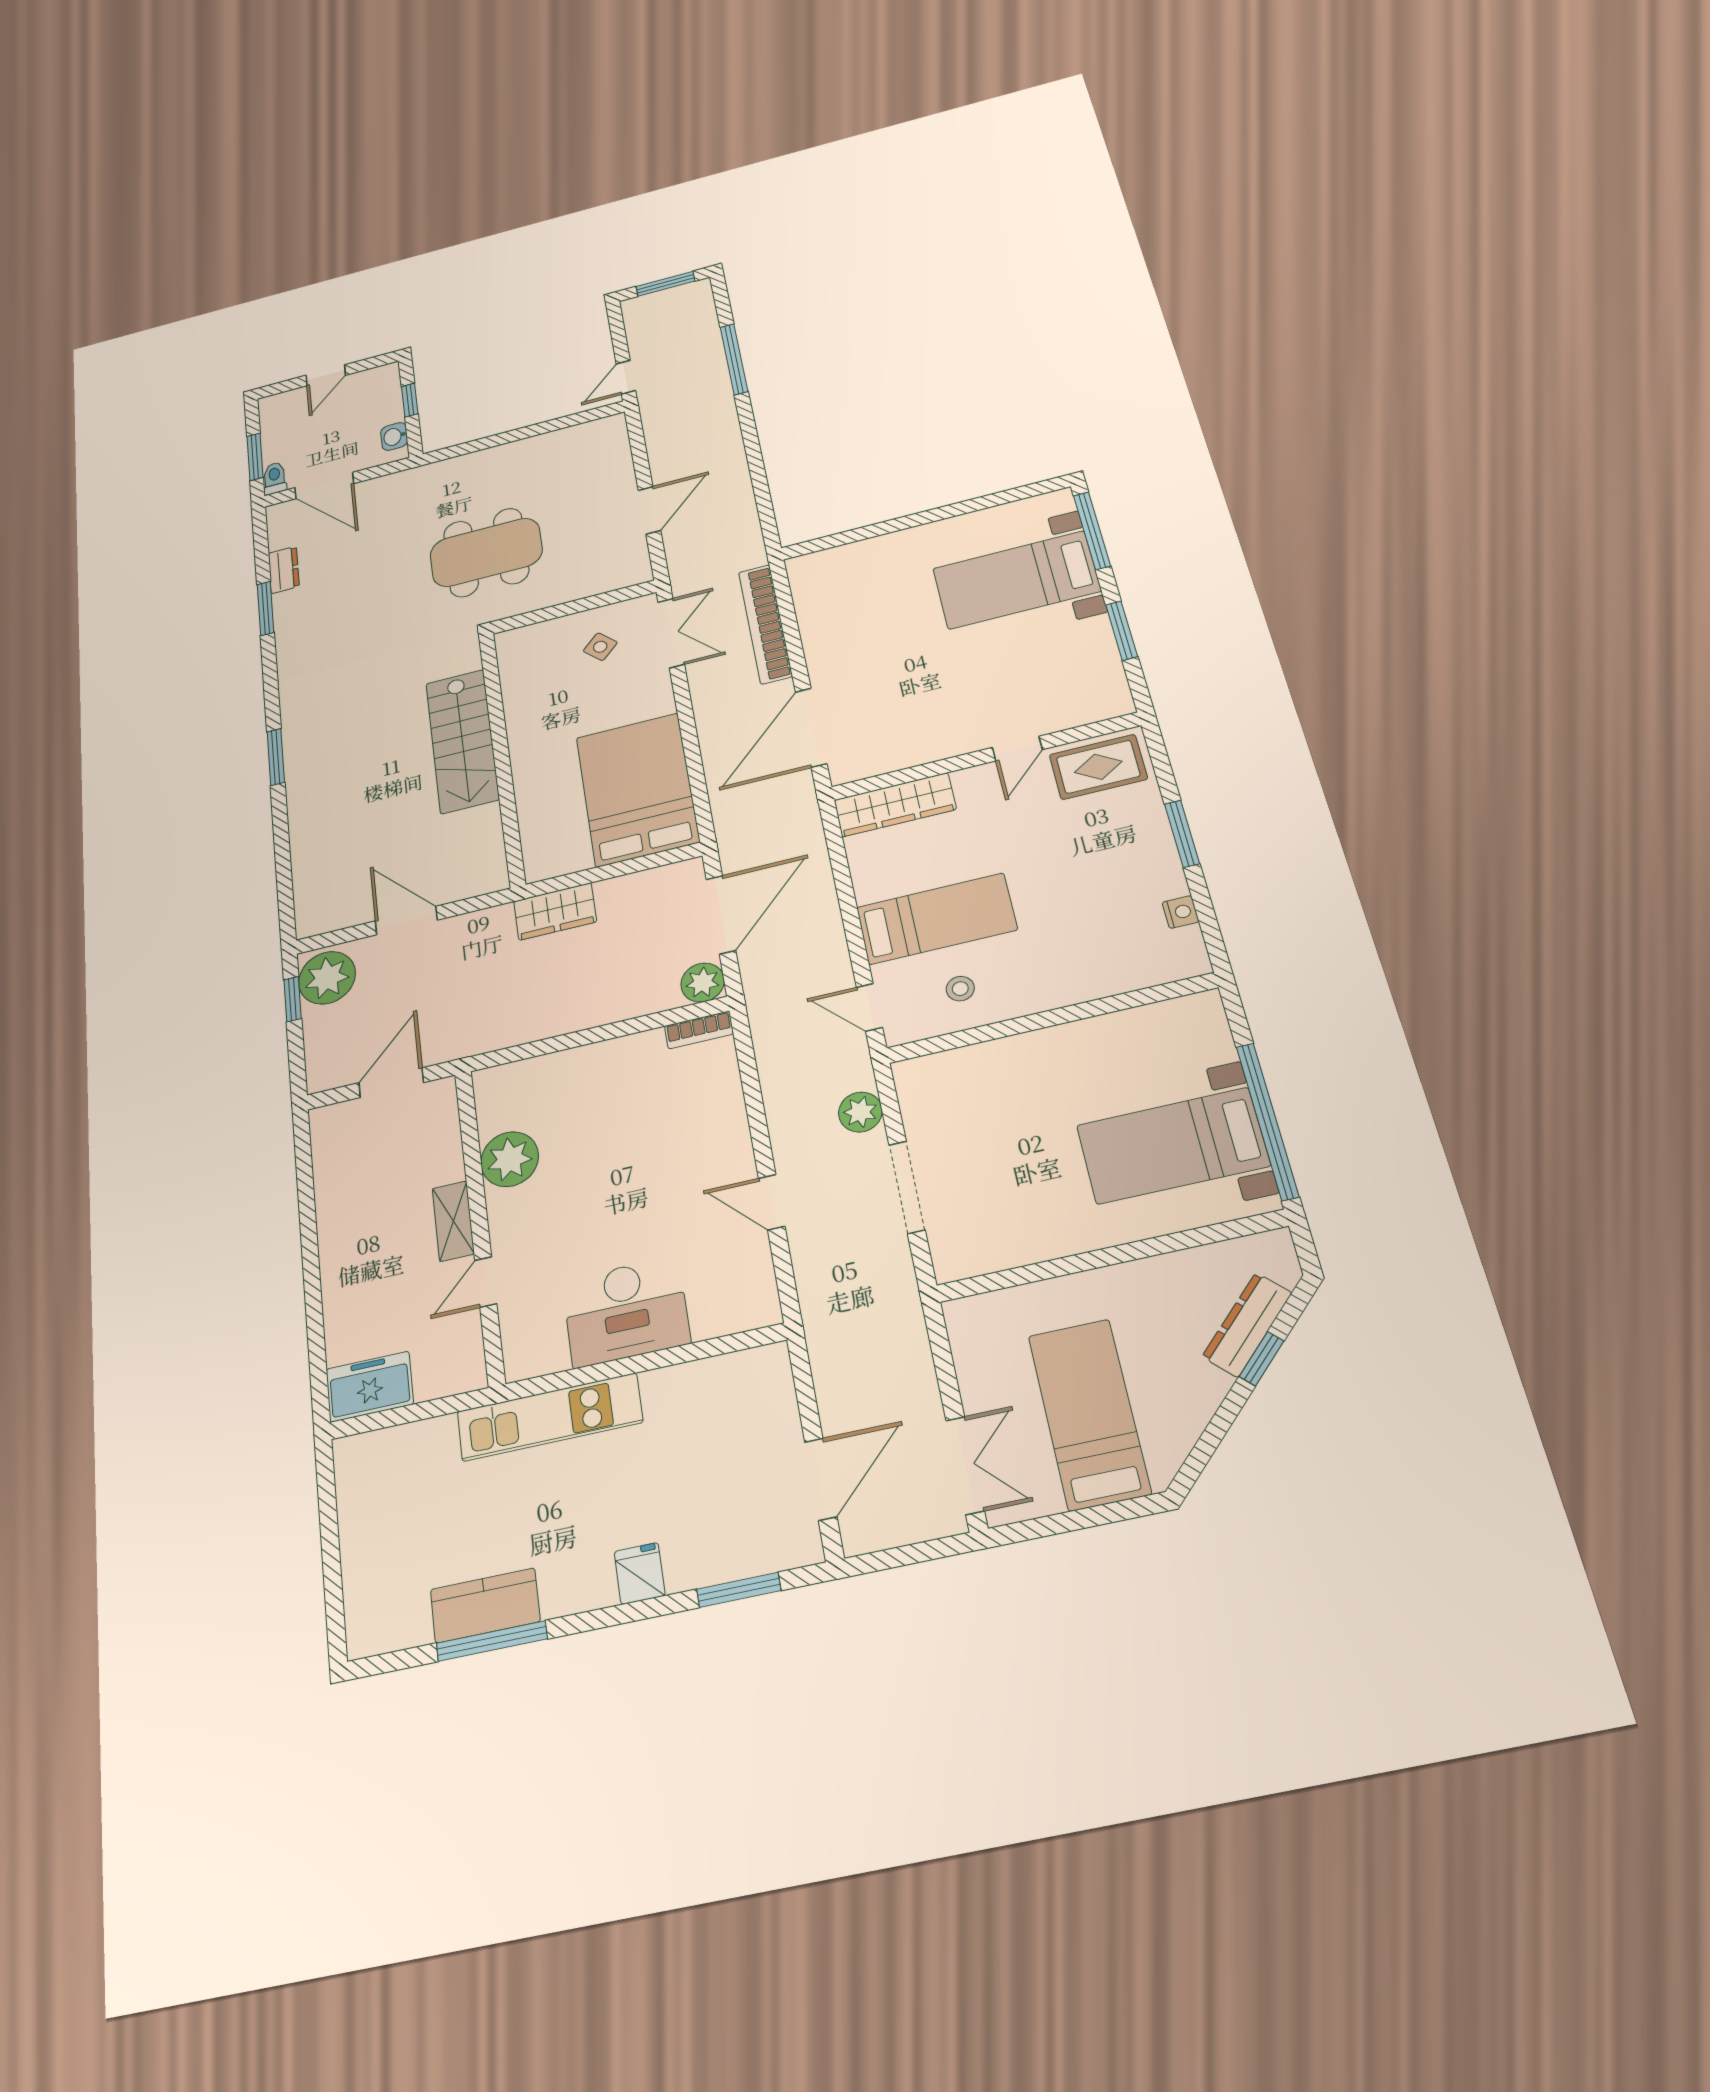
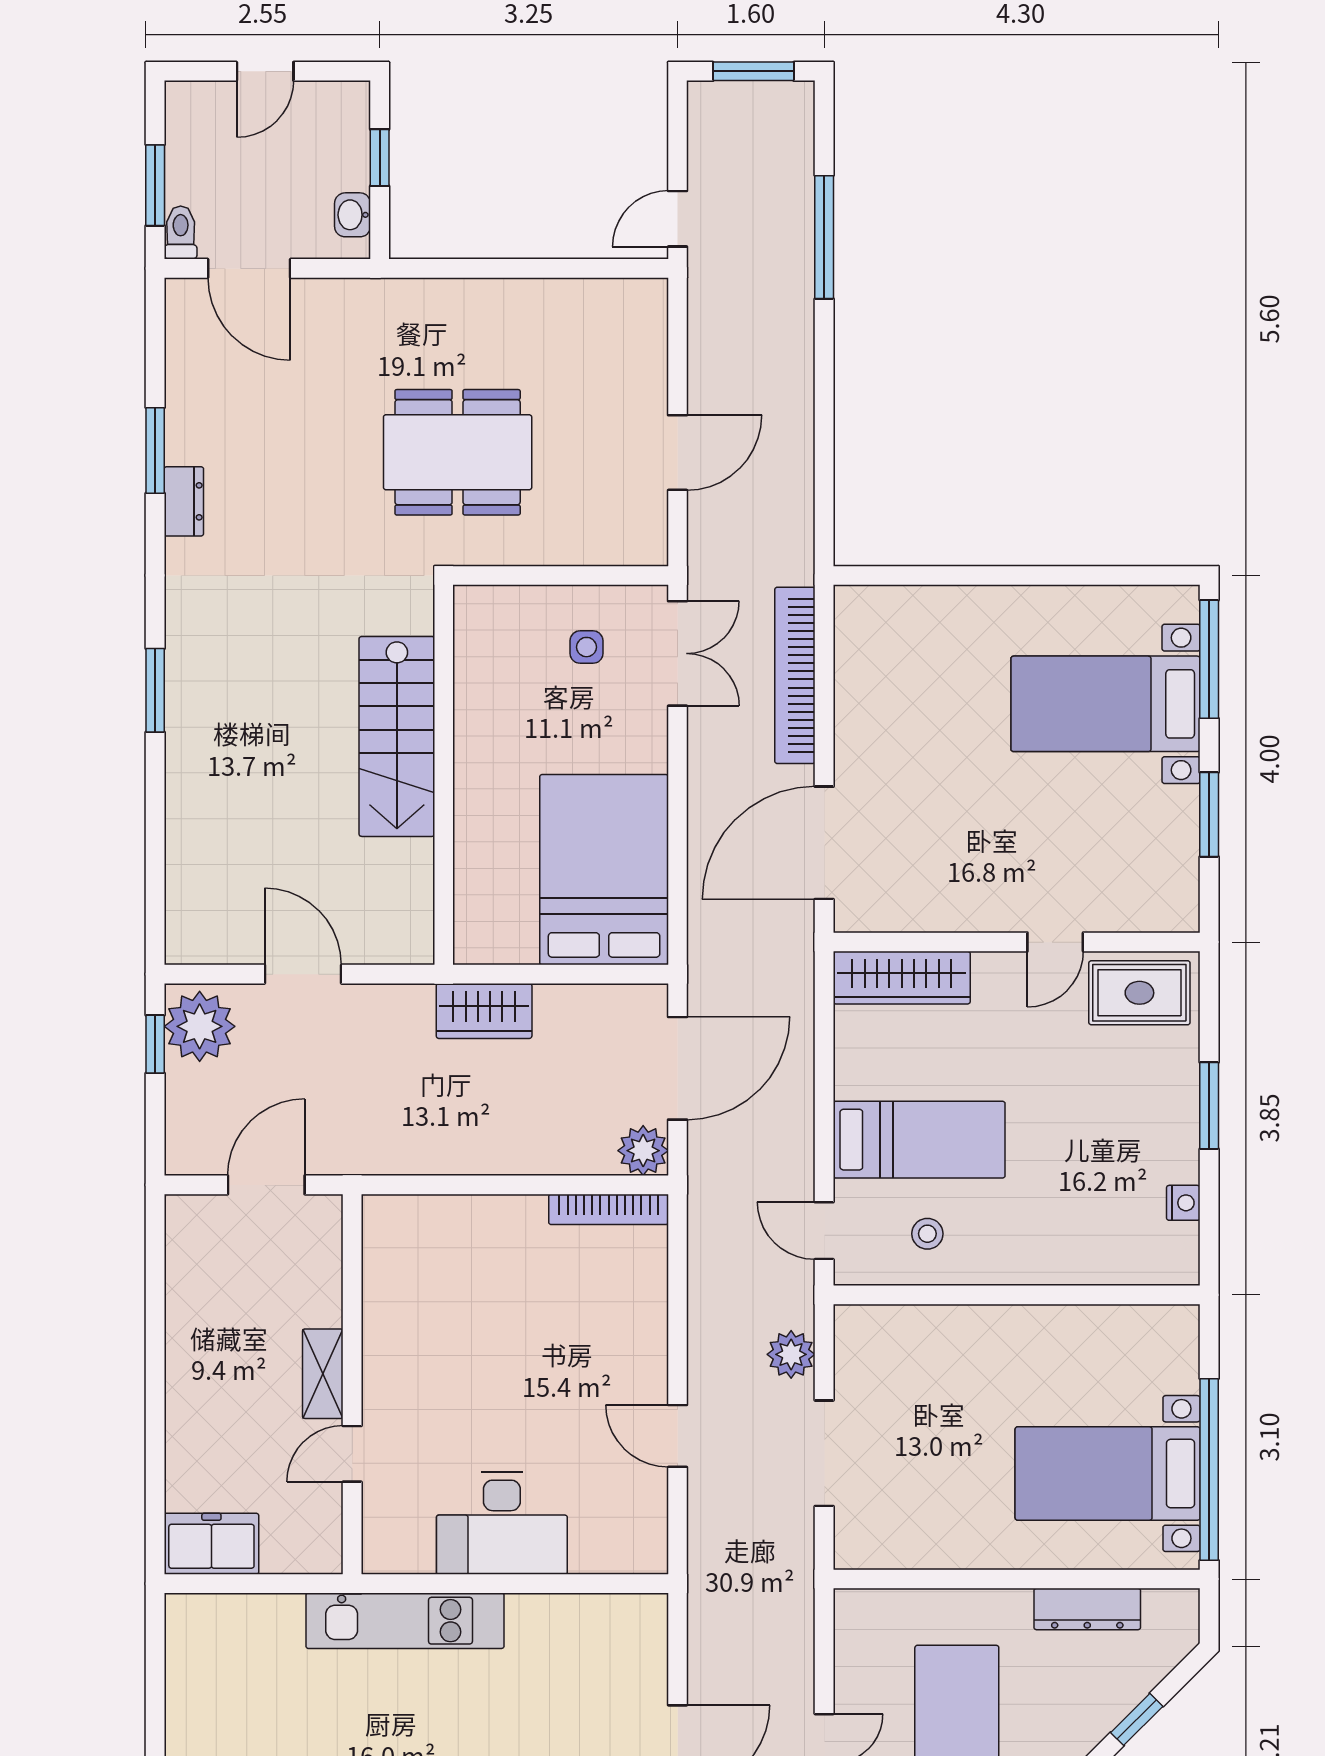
dresser: (284, 570) -> (184, 501), moved
side table: (600, 647) -> (587, 647), turned 45
bookcase: (699, 1030) -> (609, 1209), width x1.56
plant: (510, 1159) -> (395, 1315), removed
dresser: (1247, 1325) -> (1087, 1609), moved, turned -135

